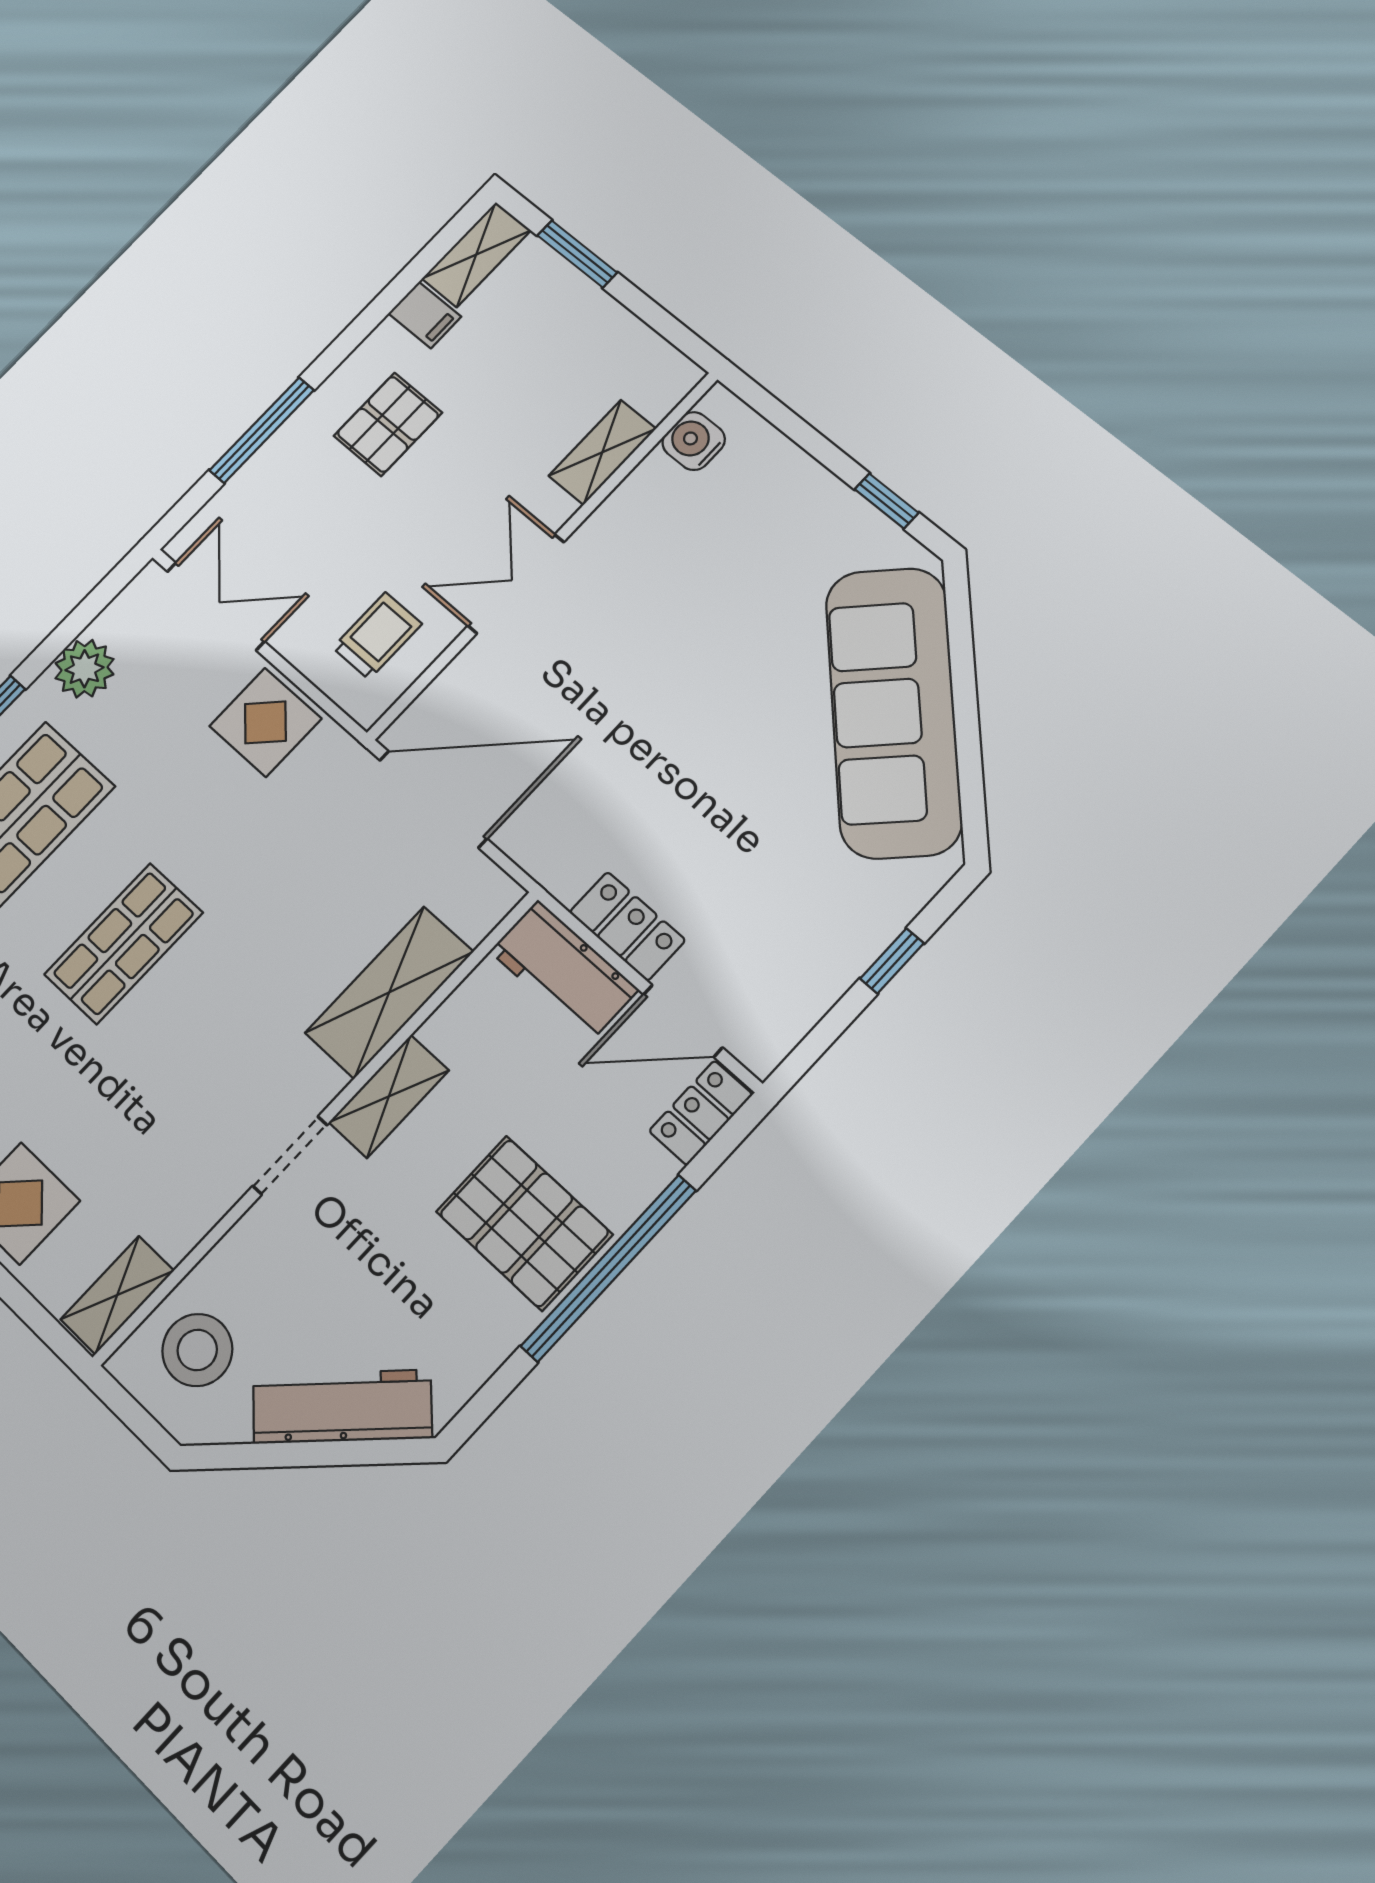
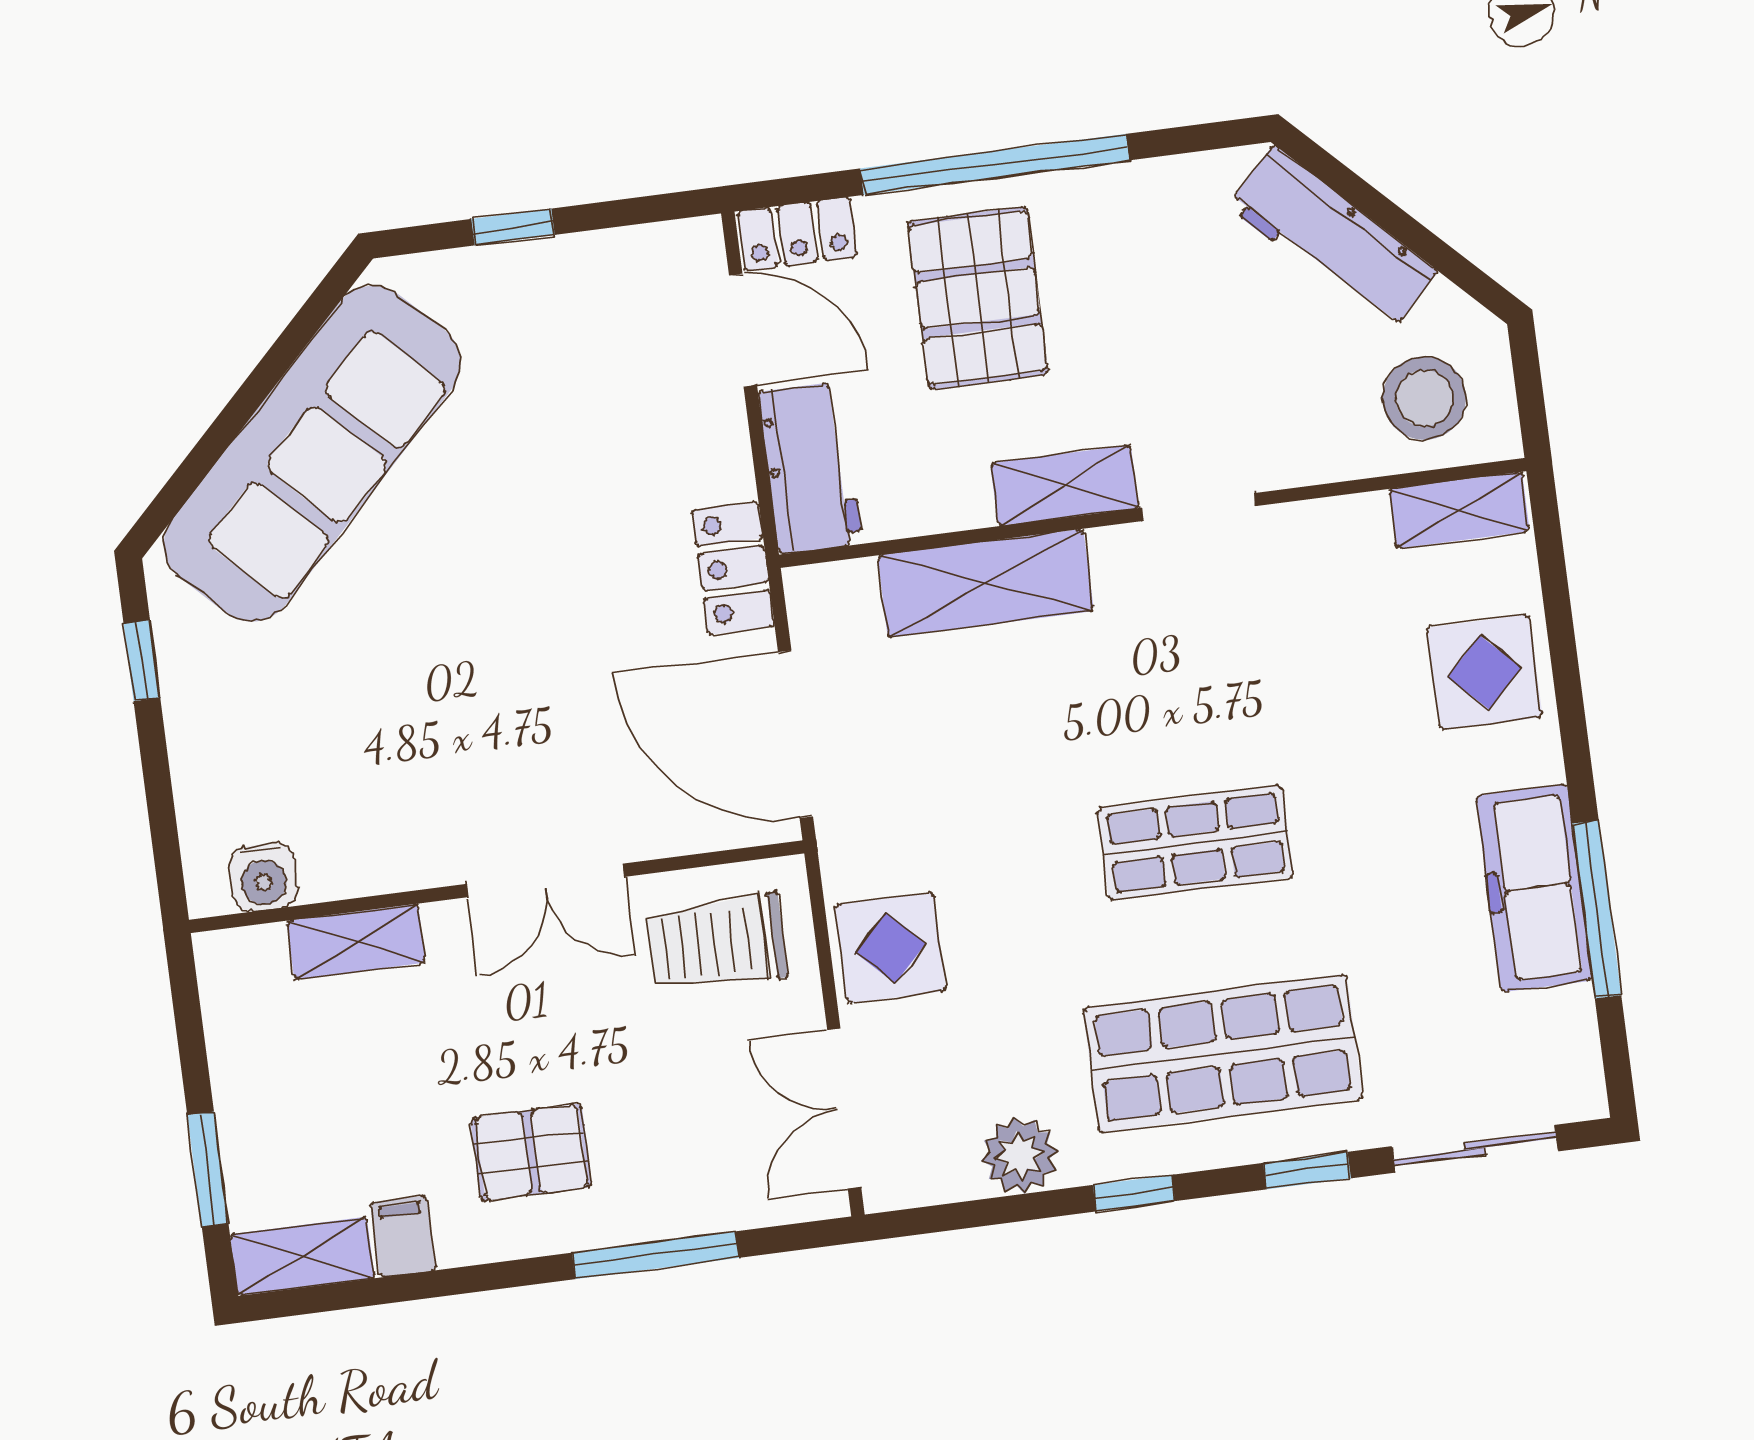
trolley: (377, 636) -> (716, 943), width x1.36, depth x1.39
locker: (627, 926) -> (733, 568), moved
pallet: (524, 1223) -> (978, 298), moved

